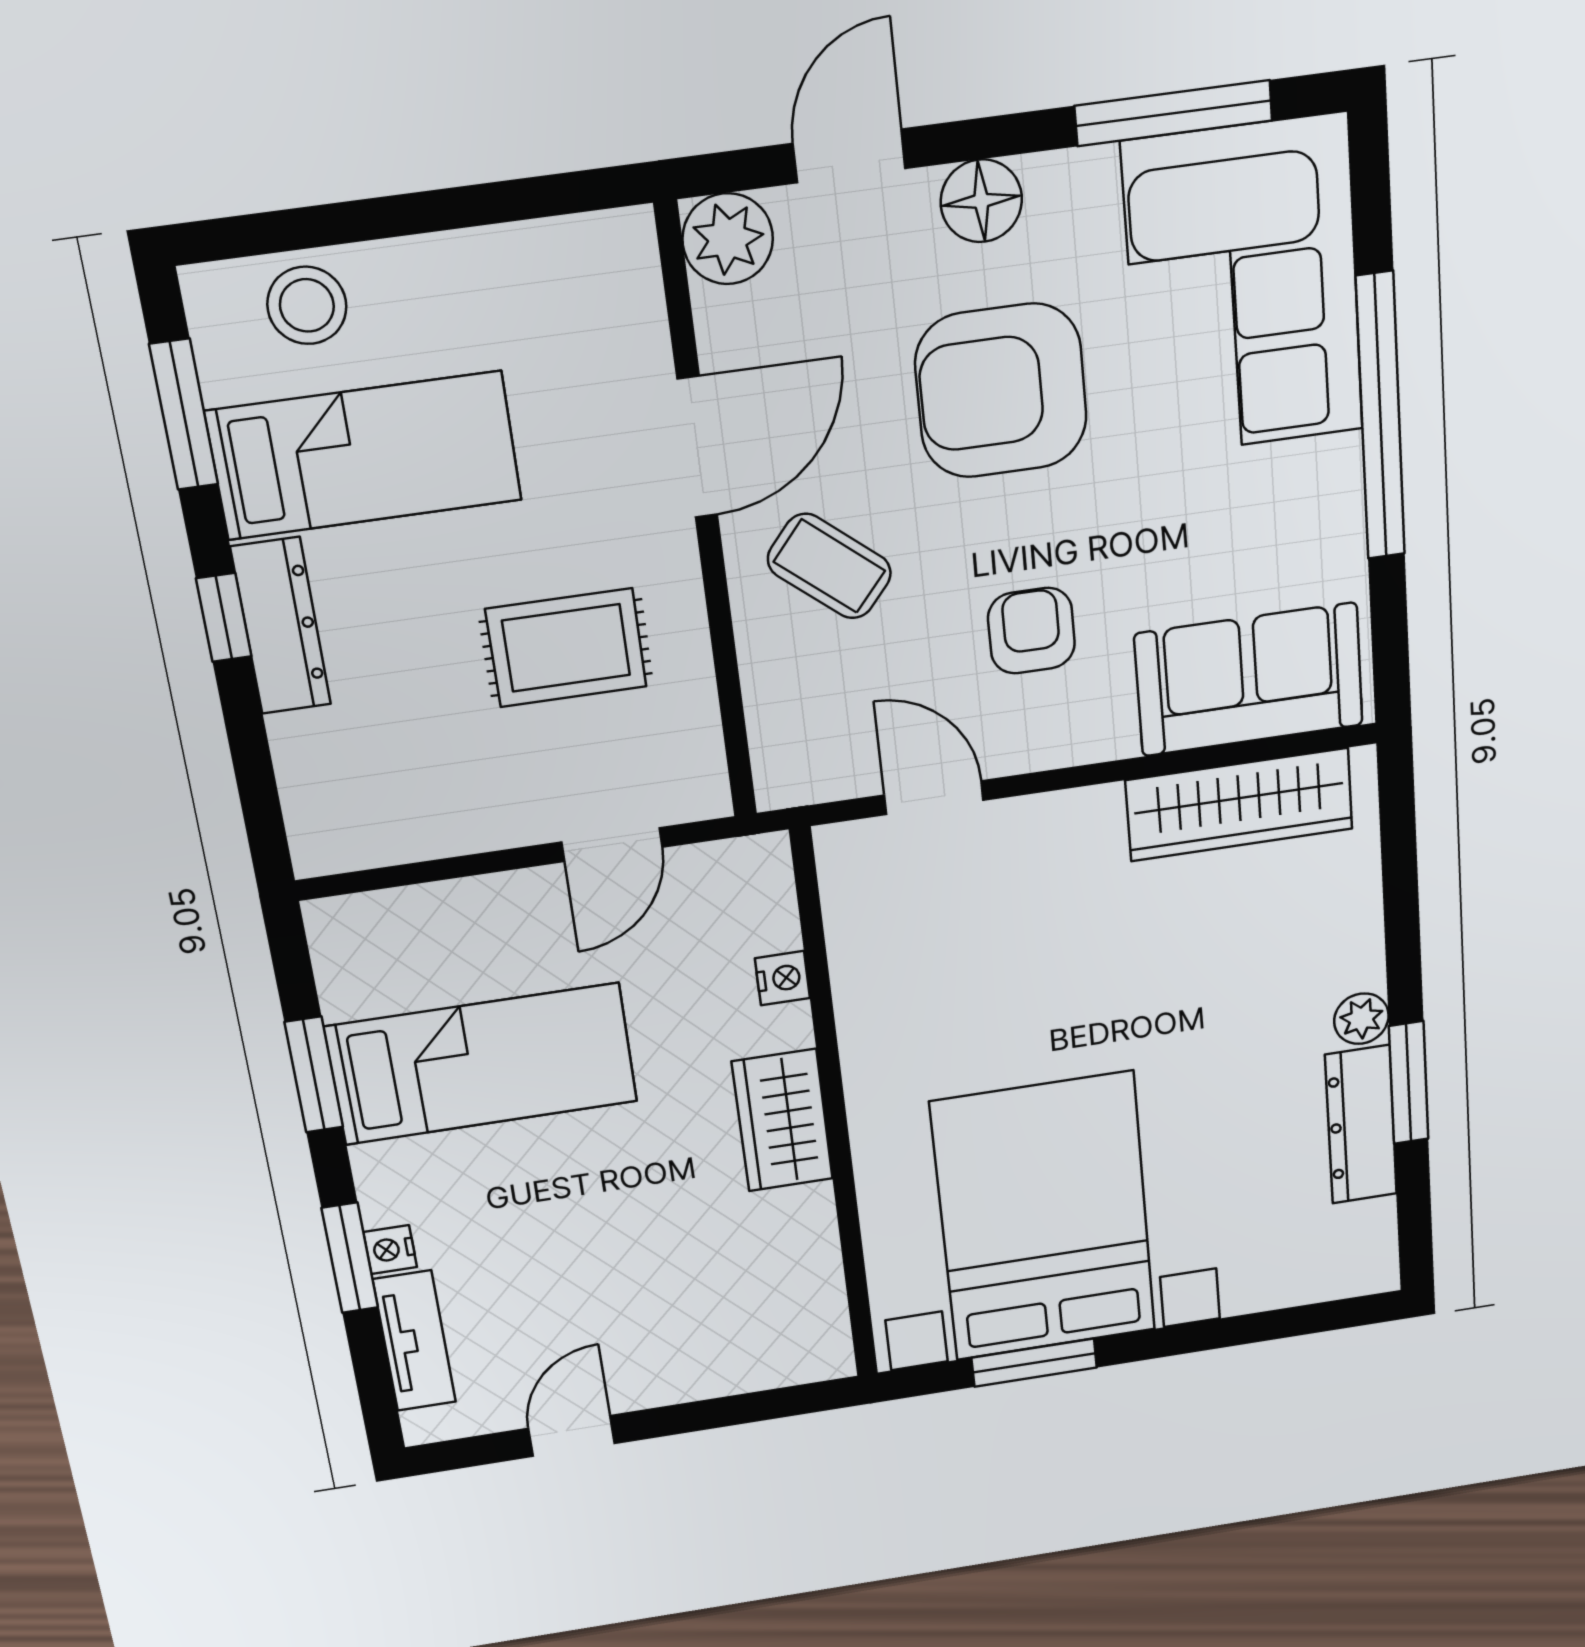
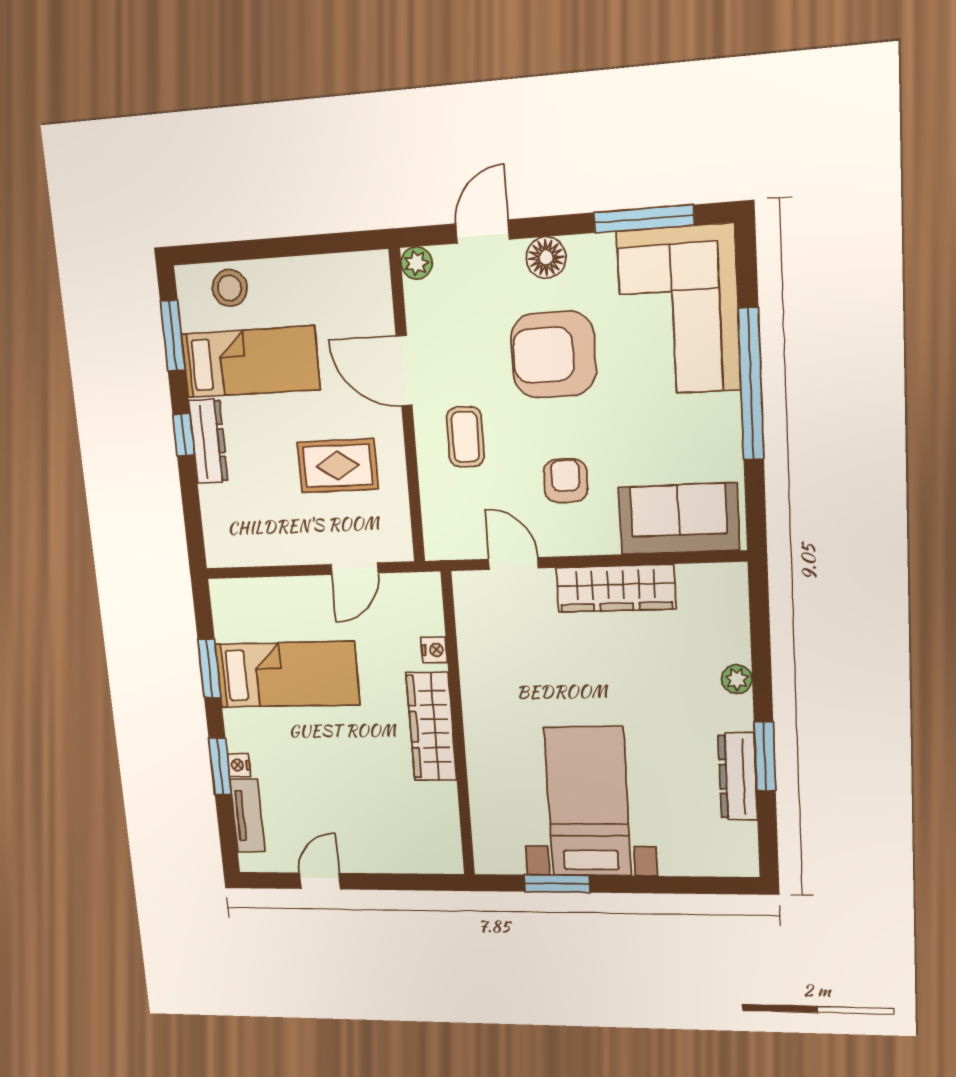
plant: (728, 239) -> (417, 263), width x0.73, depth x0.73
door: (697, 447) -> (404, 371), swing flipped
coffee table: (829, 566) -> (465, 437), turned 50
wardrobe: (1239, 805) -> (616, 588), moved
plant: (1361, 1019) -> (737, 679), moved
wardrobe: (782, 1120) -> (431, 727), width x1.50
bed with nightstands: (1044, 1217) -> (588, 802), width x0.73

